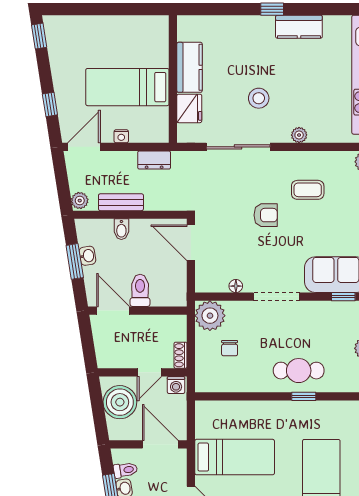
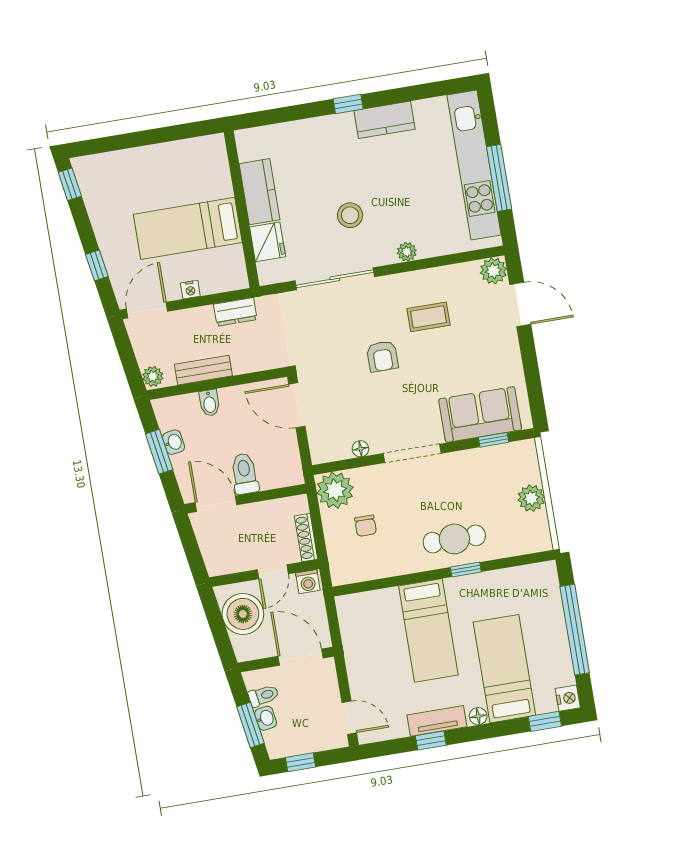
armchair: (266, 215) -> (382, 356), turned 90
shoe rack: (181, 355) -> (306, 538), width x1.43
bed: (235, 457) -> (428, 630), moved, turned 90

